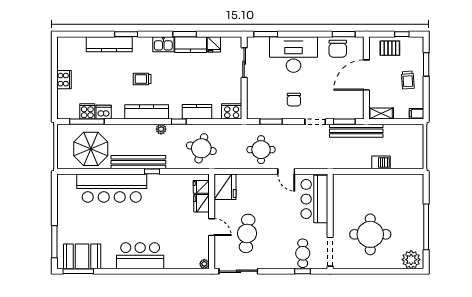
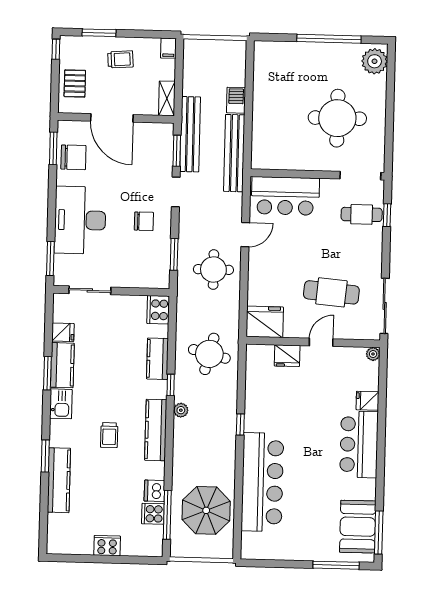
window: (402, 34) -> (56, 49), moved
bench: (138, 162) -> (234, 153), moved
fridge: (201, 187) -> (367, 401), moved, turned 90

